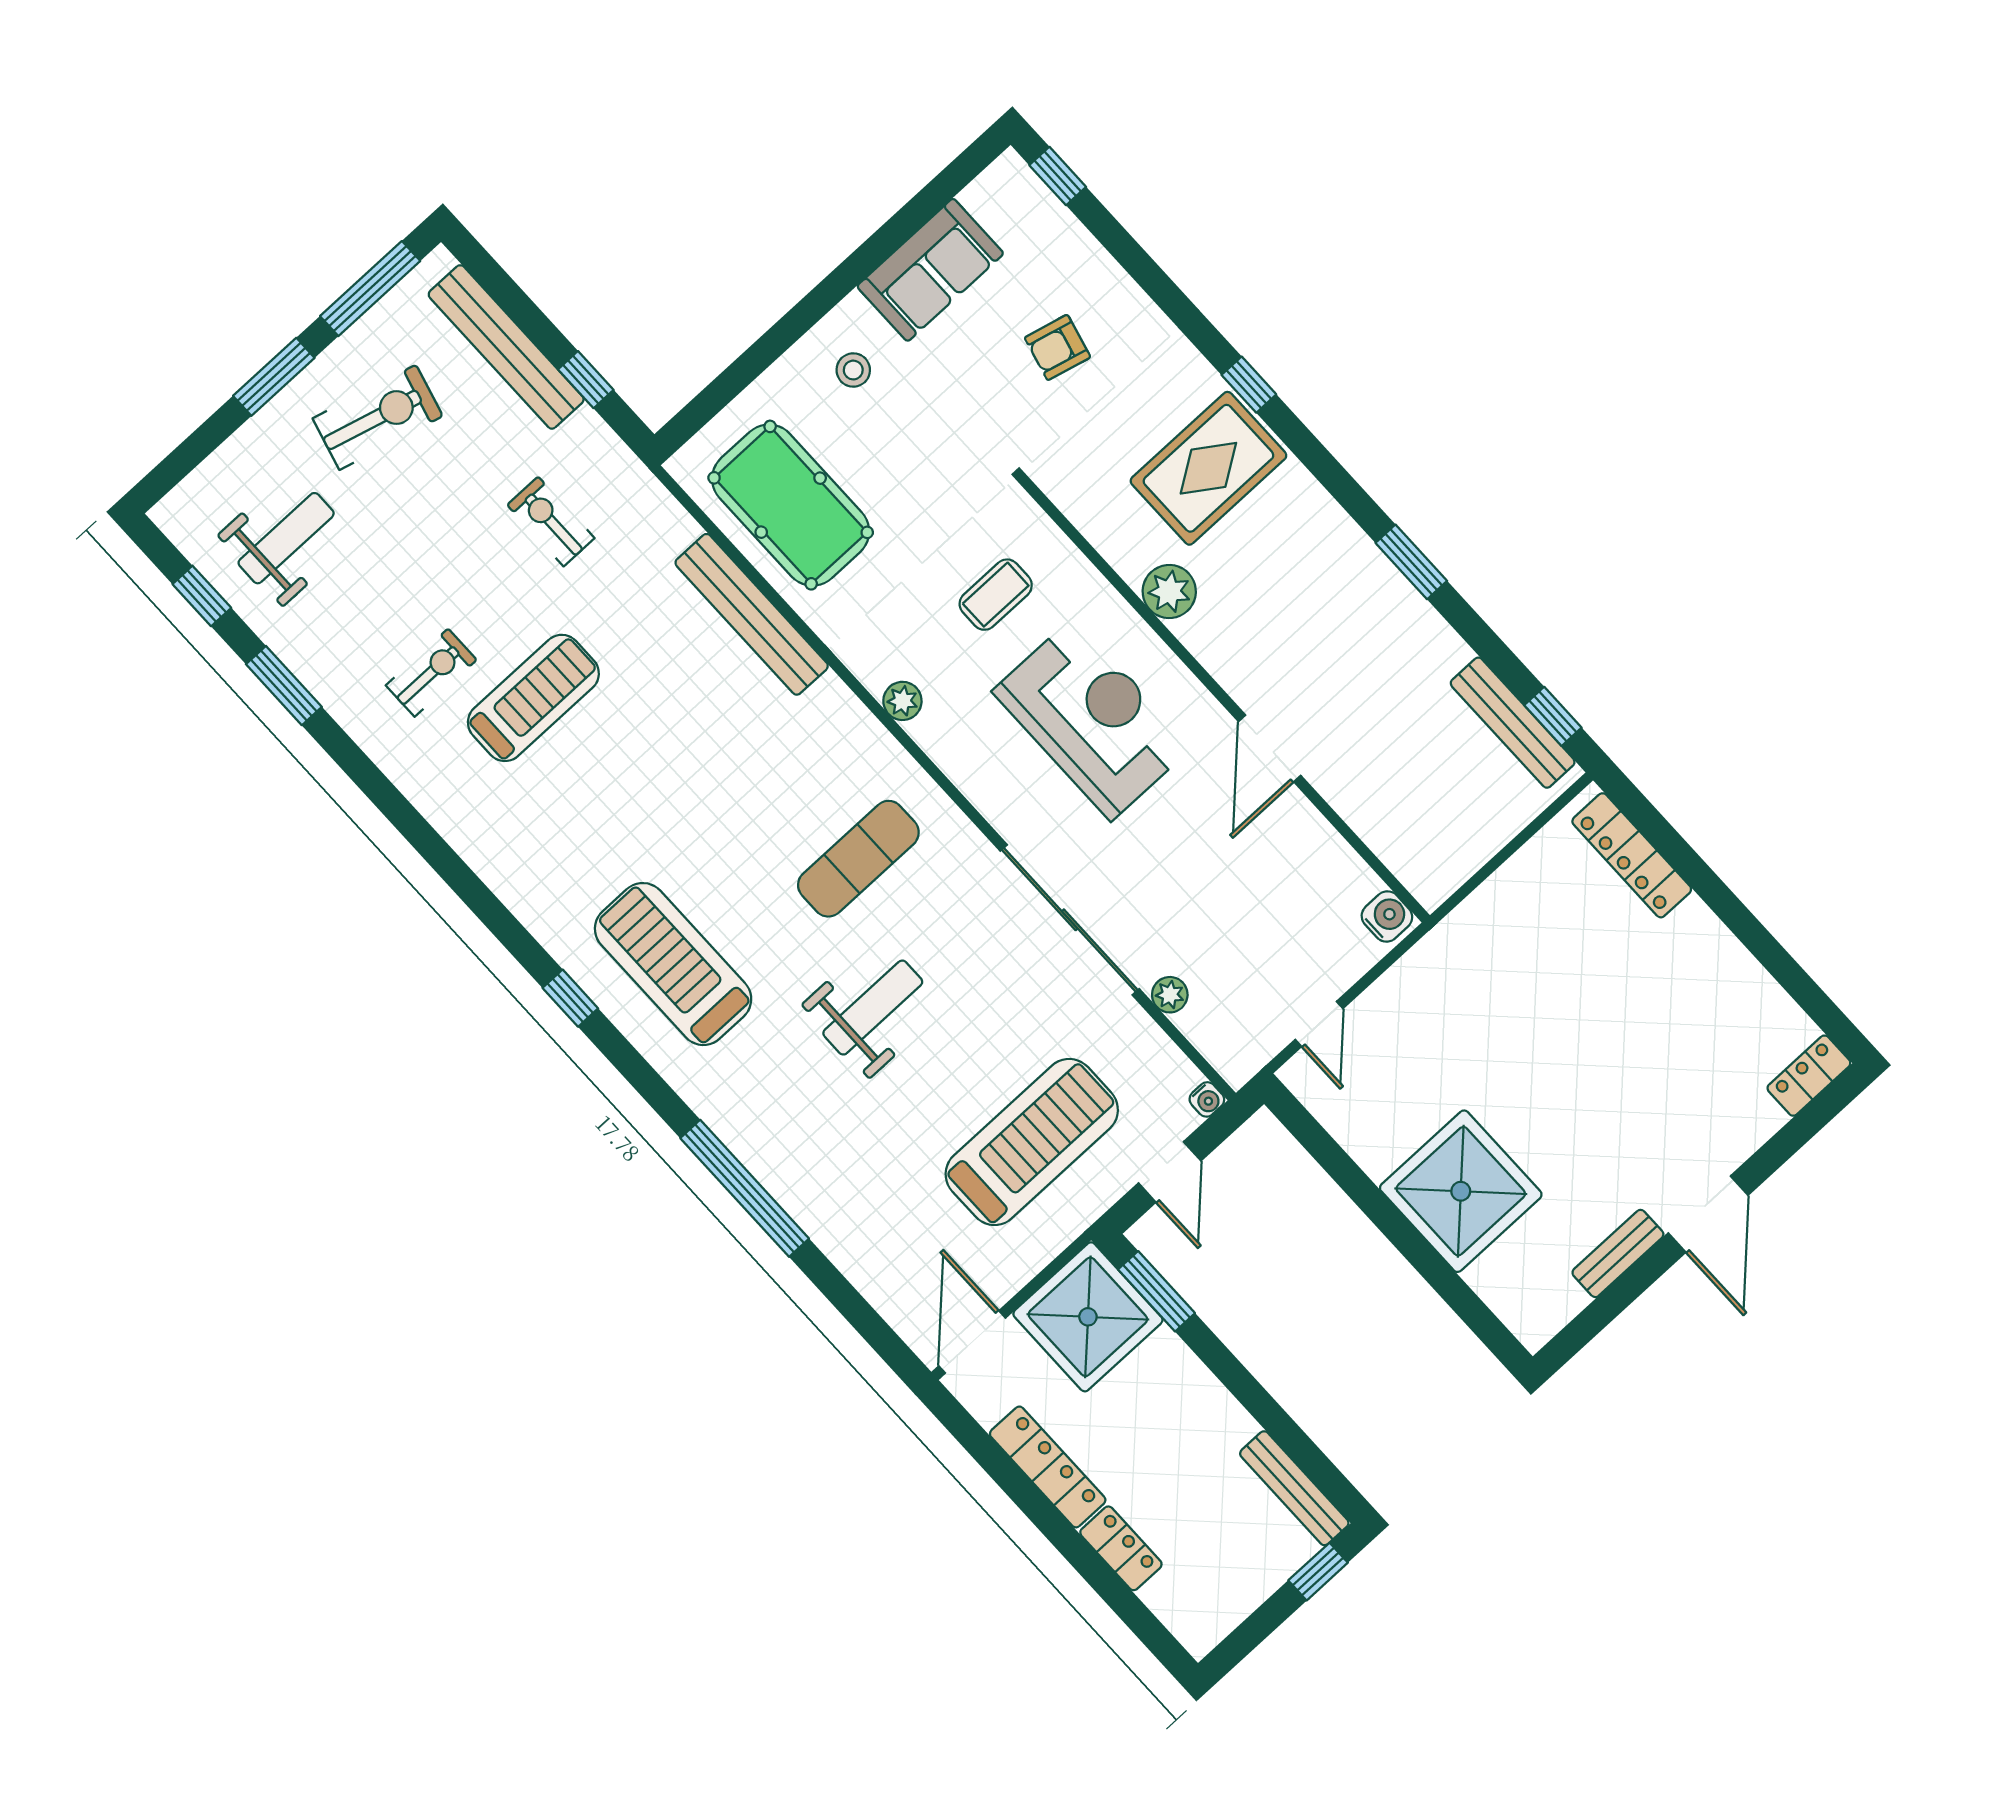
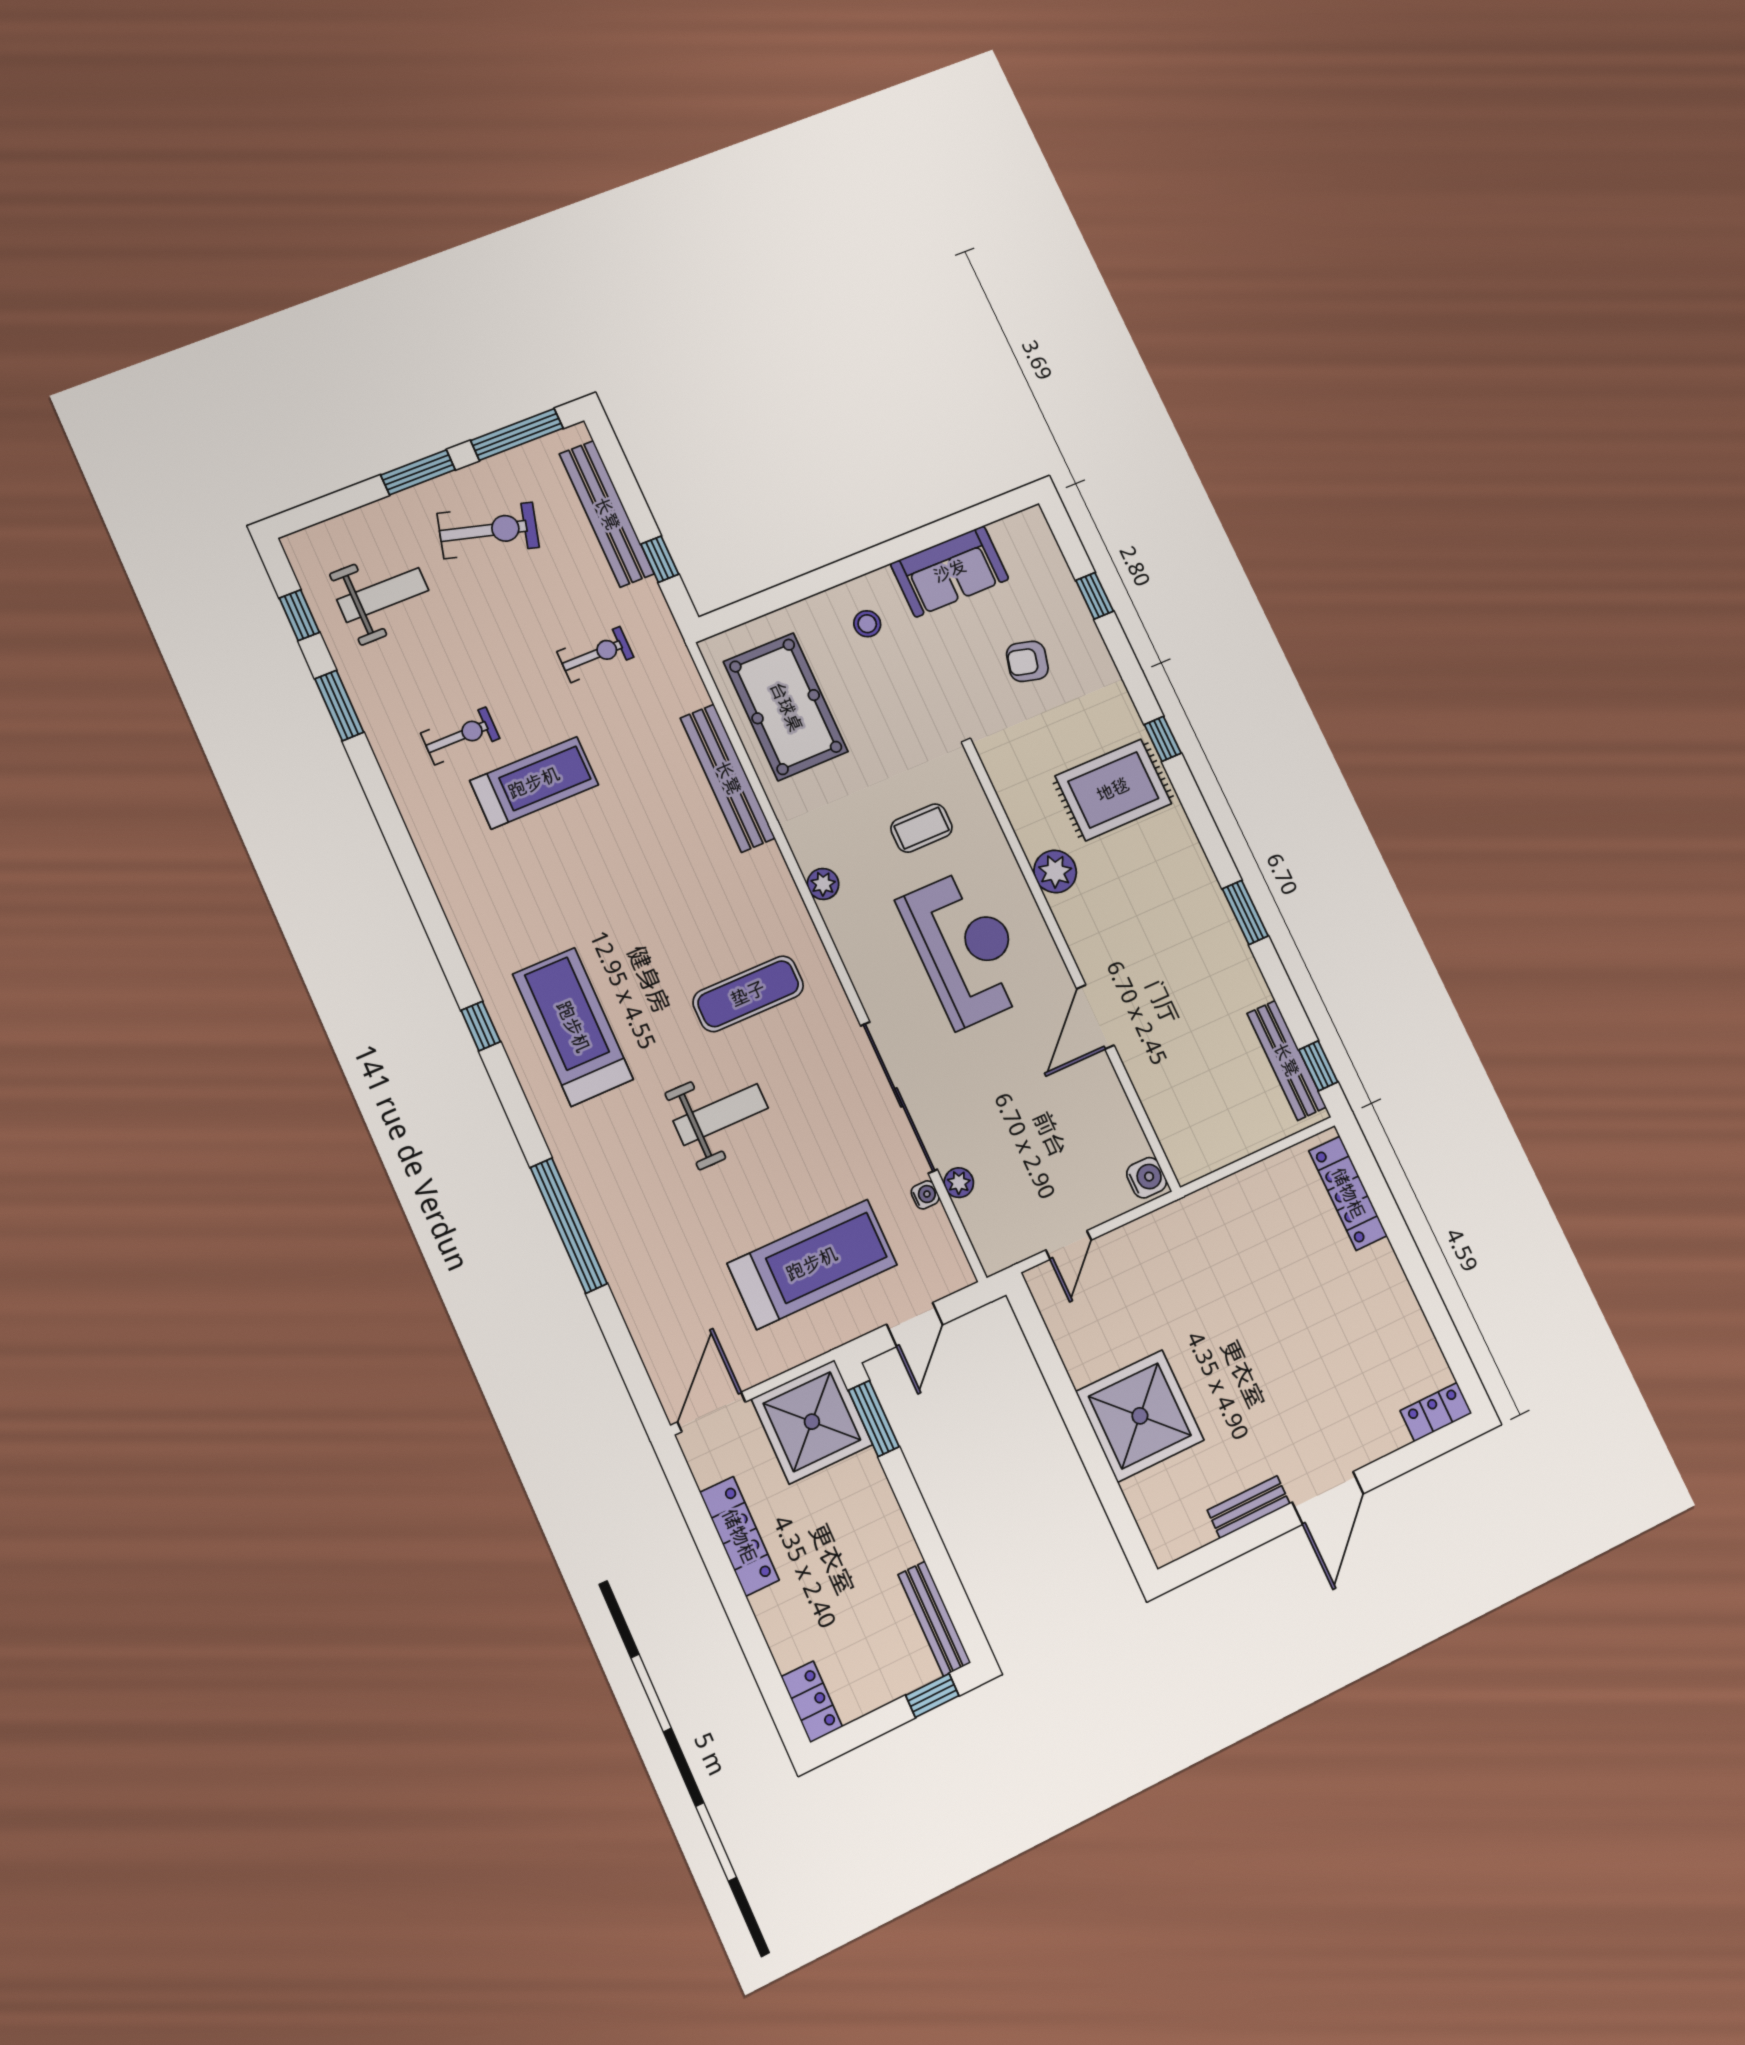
window: (1058, 176) -> (1095, 596), moved
exercise bike: (551, 521) -> (595, 654), turned 90
water cooler: (1207, 1099) -> (925, 1195), moved, turned -90
locker: (1121, 1548) -> (812, 1702), moved

